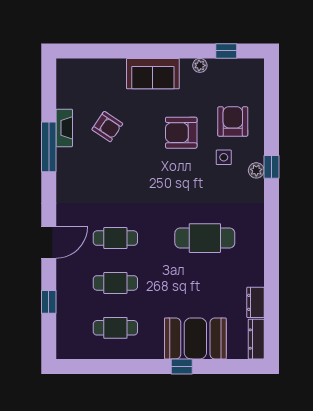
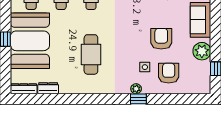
plant: (200, 65) -> (202, 51), width x1.87, depth x1.87
armchair: (233, 122) -> (169, 73), turned -90
booth: (195, 338) -> (30, 41), width x1.36, depth x1.42

